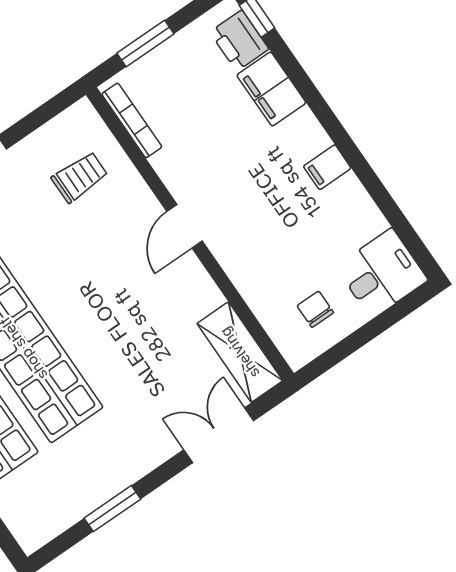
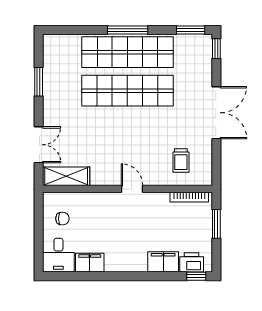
filing cabinet: (327, 167) -> (90, 263), moved, width x2.00

